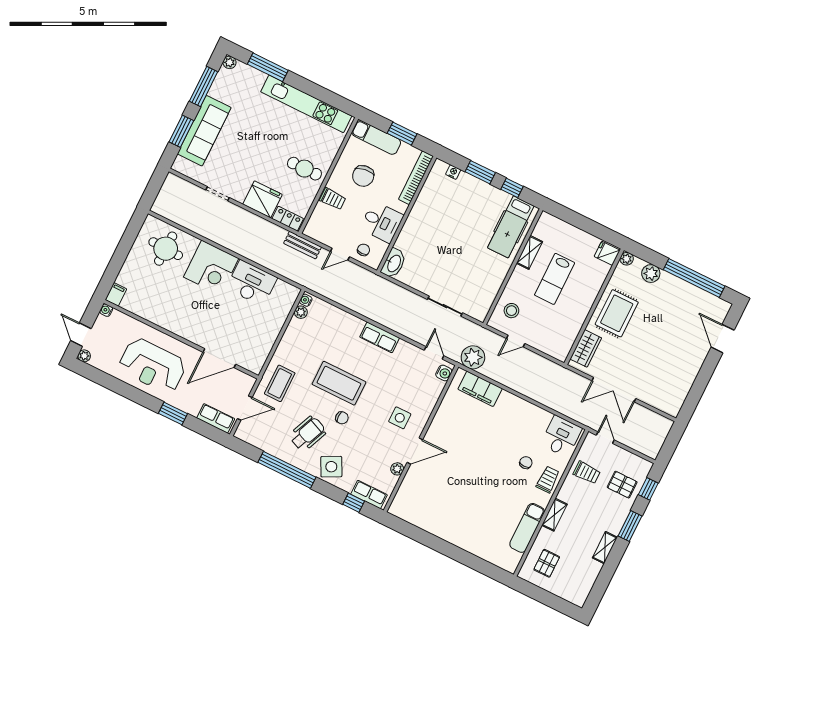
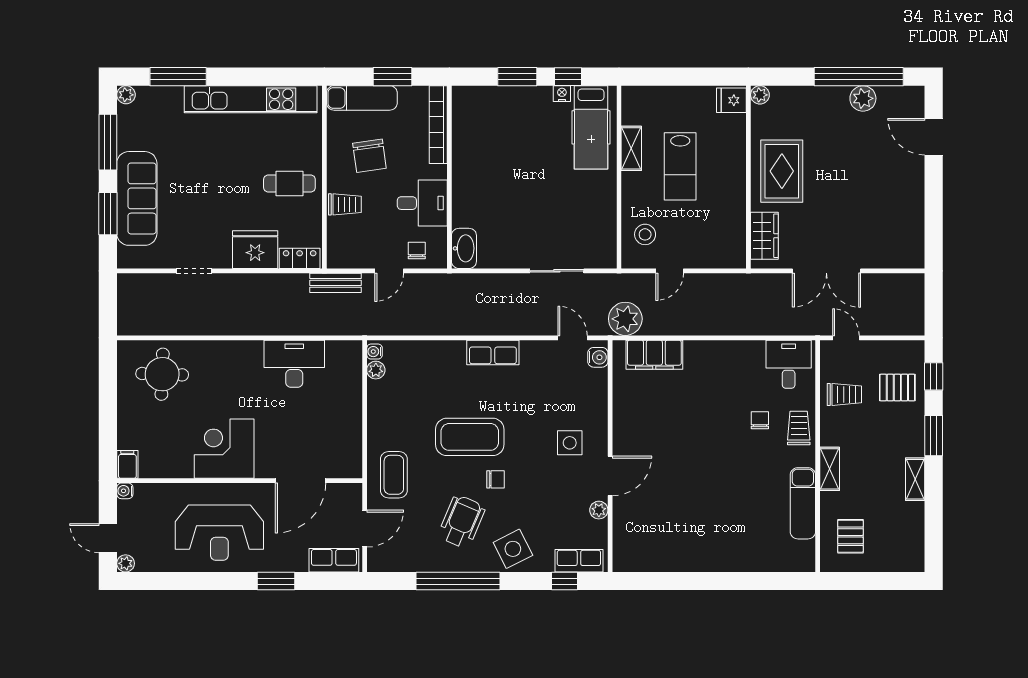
nightstand: (453, 172) -> (562, 94), moved
corner desk: (211, 268) -> (224, 449), moved, turned 180
plant: (651, 274) -> (863, 98), moved

